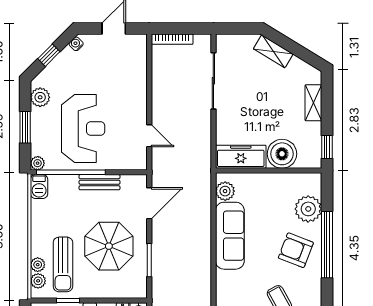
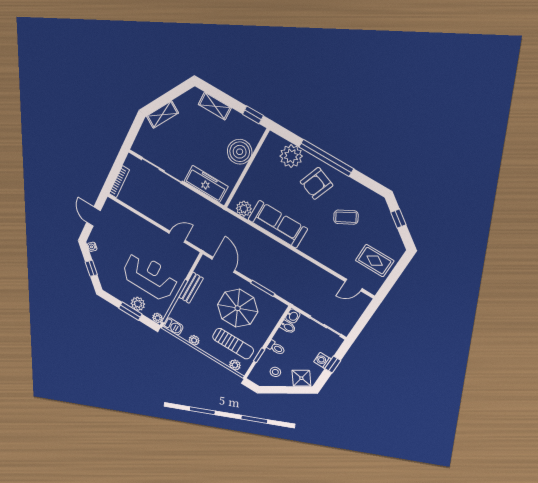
plant: (40, 97) -> (138, 304), moved
freezer: (241, 157) -> (206, 184), moved, turned 90
plant: (38, 265) -> (194, 340), moved

